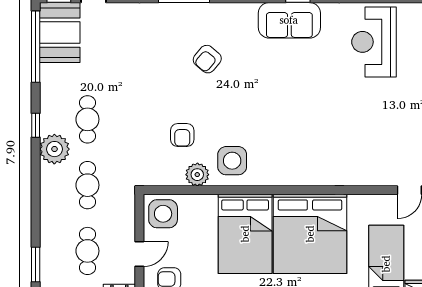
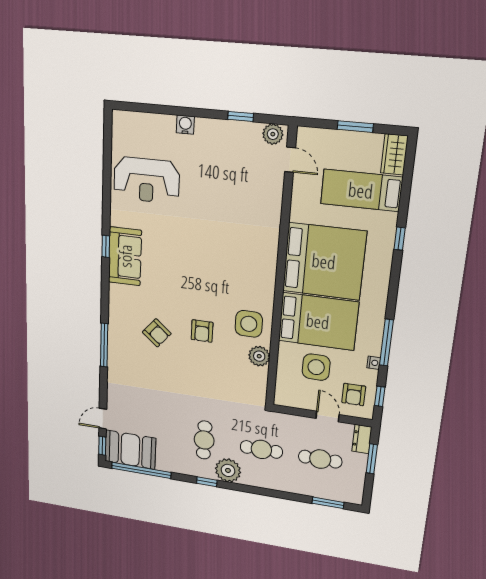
cafe table: (87, 119) -> (204, 440), turned 90
armchair: (182, 135) -> (202, 331), moved, turned 90
side table: (163, 214) -> (316, 367), moved

